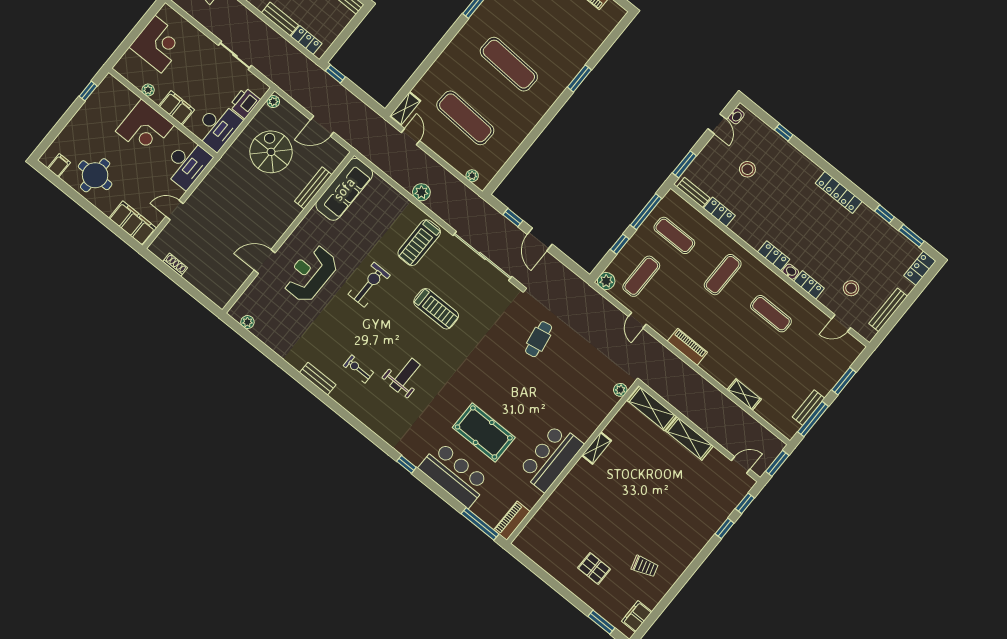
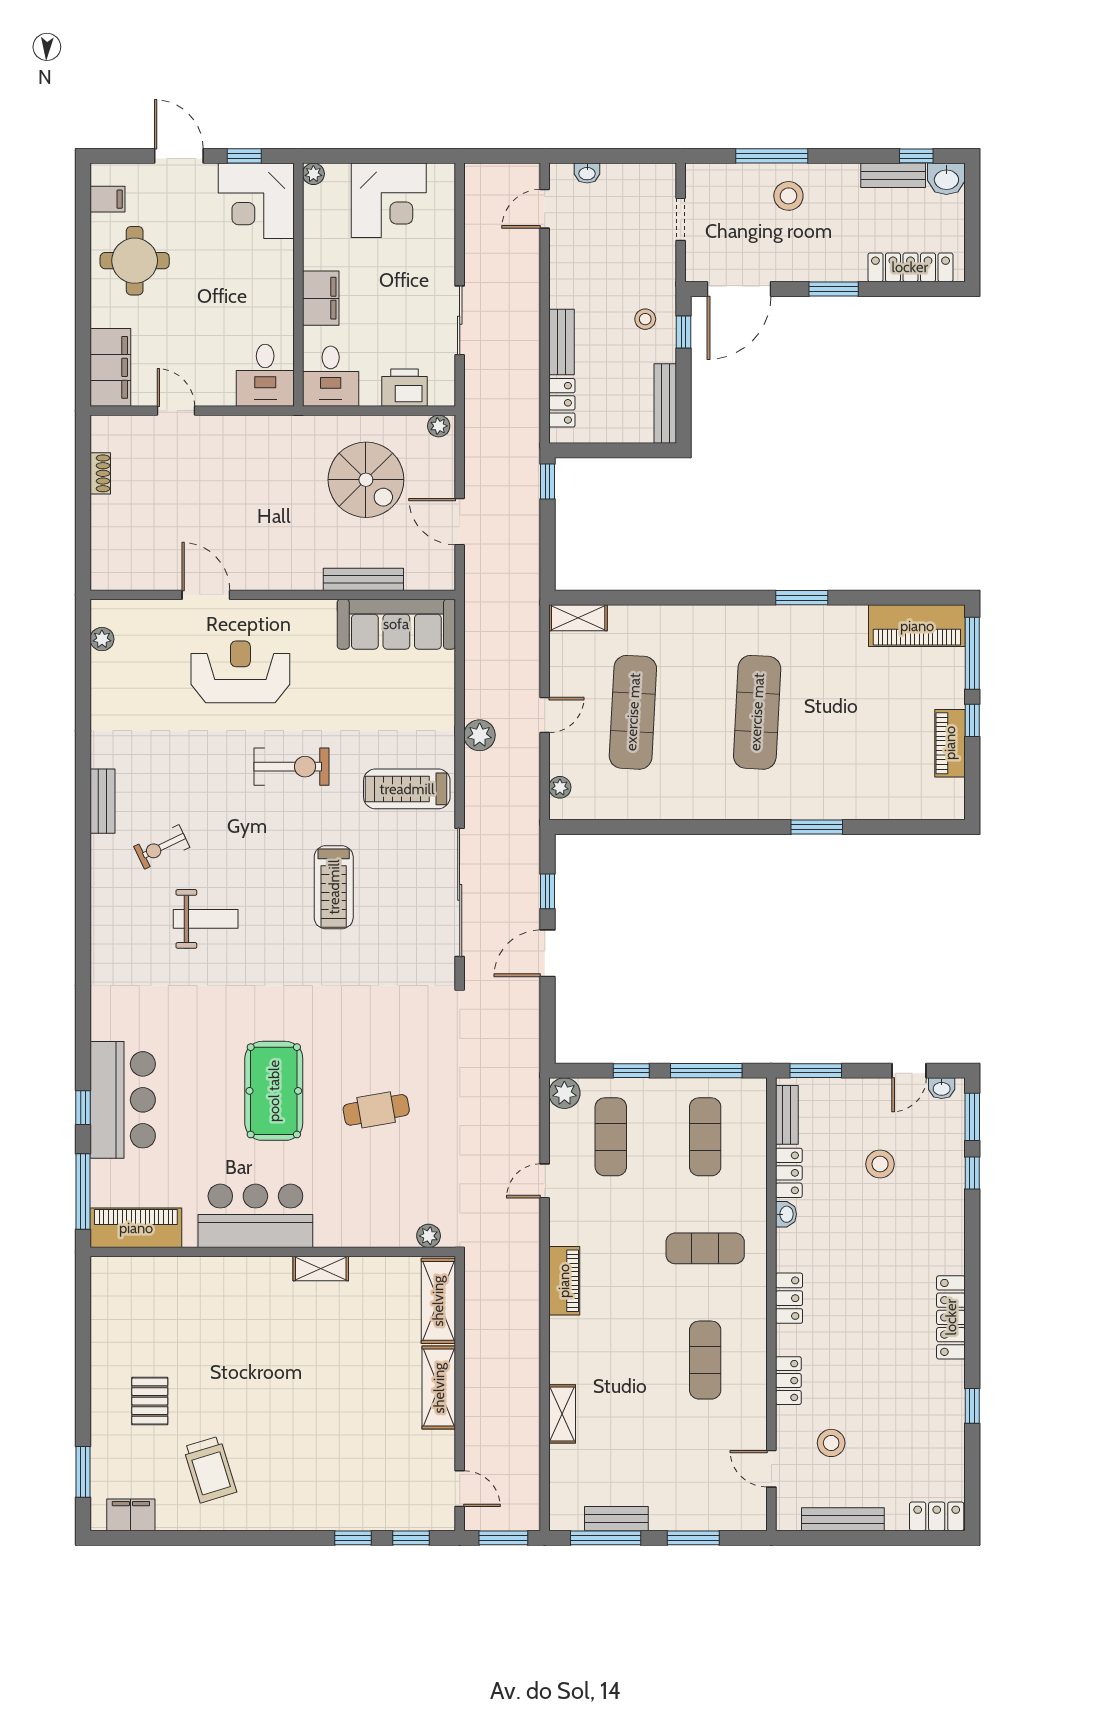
plant: (148, 90) -> (313, 174), moved
door: (65, 119) -> (179, 156), added
desk: (217, 126) -> (331, 376), width x0.73
corner desk: (145, 128) -> (256, 201), moved
door: (410, 137) -> (545, 715), moved
spiral stairs: (271, 152) -> (366, 480), turned 90
desk: (187, 164) -> (265, 375), width x0.73
window: (911, 236) -> (972, 1117), moved
washbasin: (791, 272) -> (786, 1214), moved
exercise mat: (641, 276) -> (611, 1137), turned 90
cafe table: (539, 339) -> (376, 1110), moved
exercise bike: (358, 369) -> (162, 847), turned -116
pool table: (484, 432) -> (274, 1091), moved
window: (406, 464) -> (83, 1108), moved
piano: (512, 521) -> (136, 1228), width x1.37, depth x1.33
trolley: (645, 566) -> (210, 1469), width x1.36, depth x1.39

